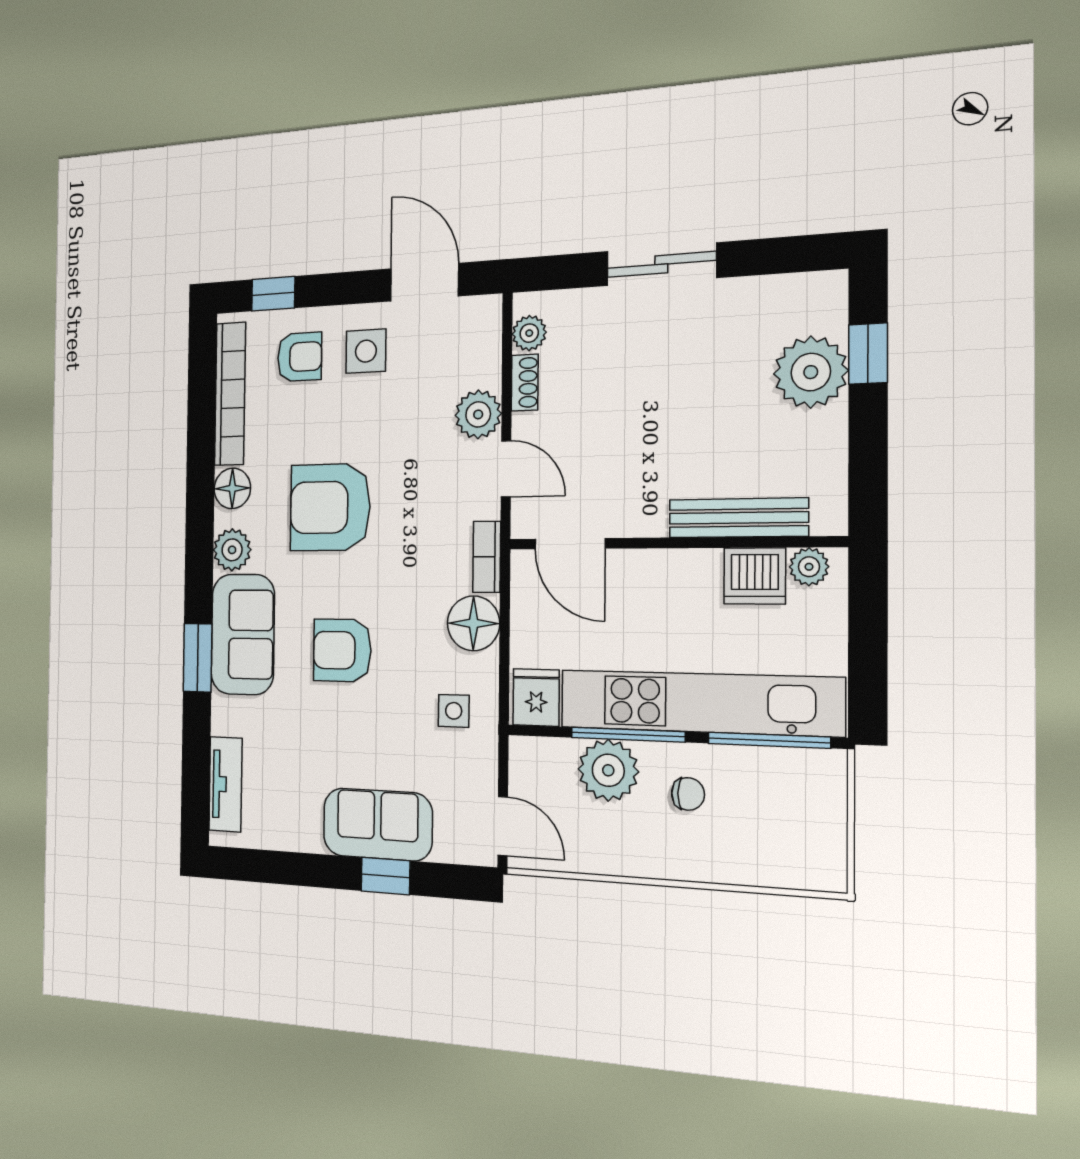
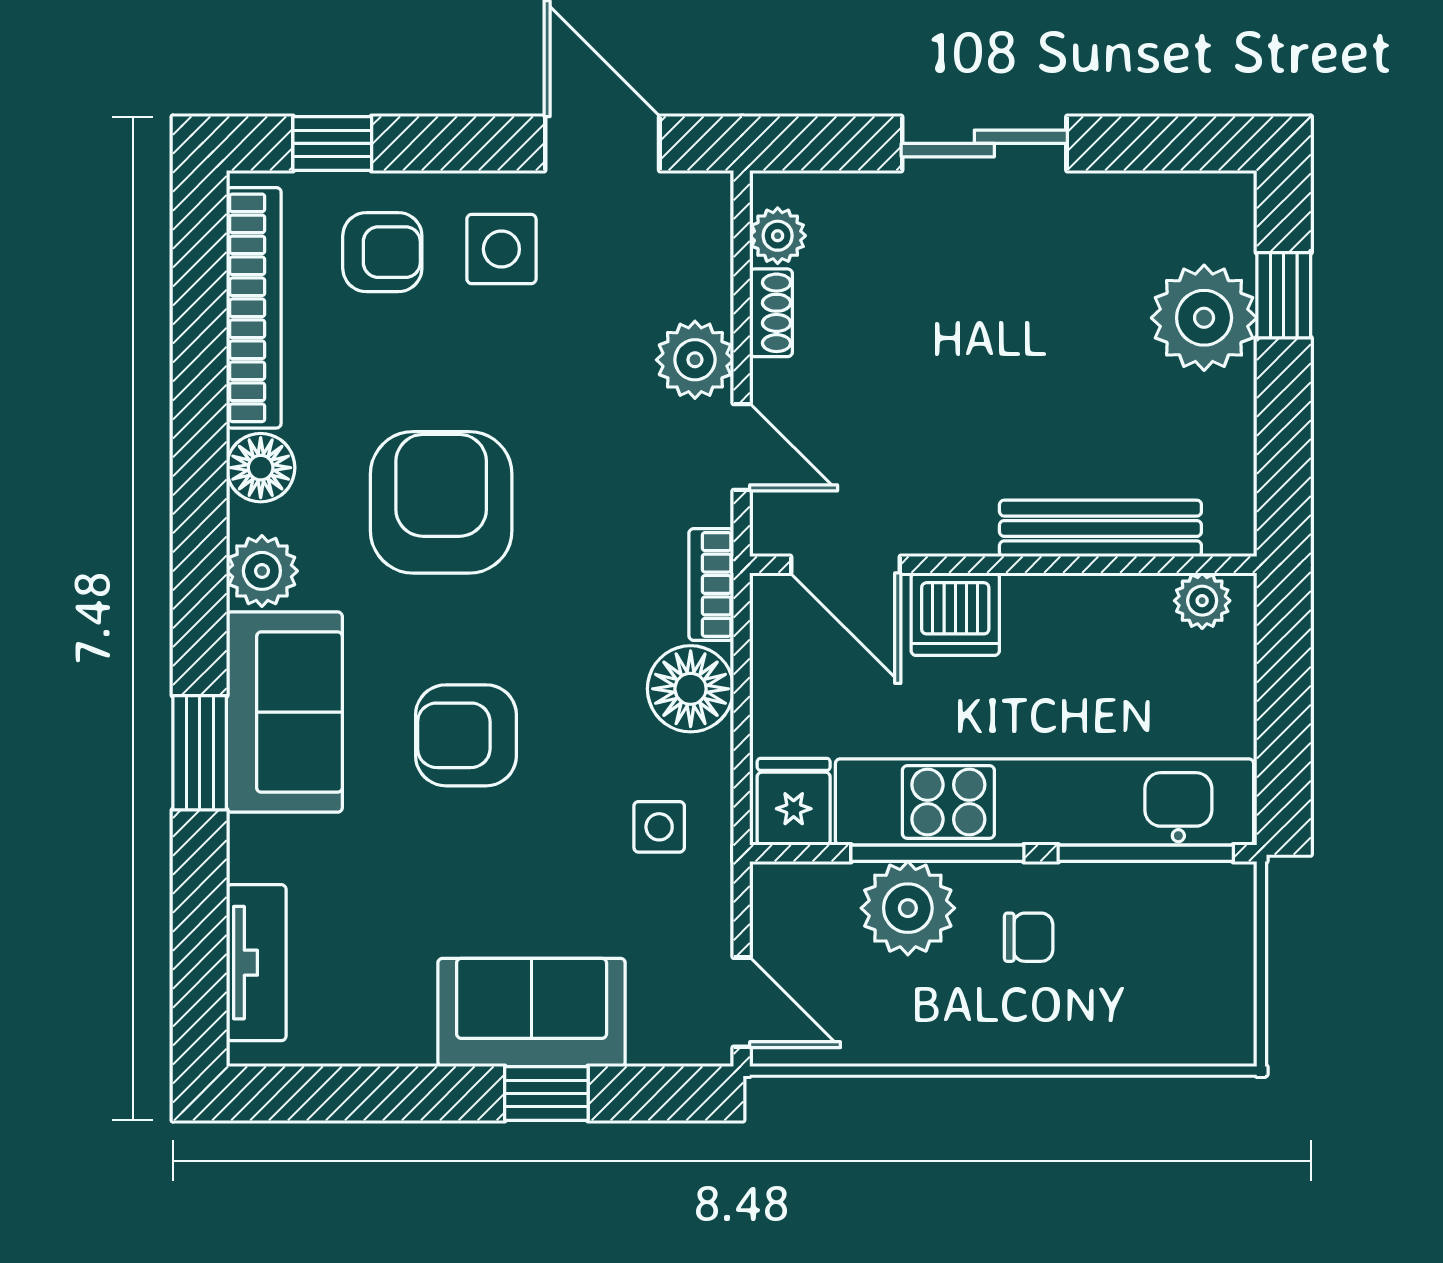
armchair: (330, 507) -> (441, 502), turned 90
dishwasher: (755, 576) -> (955, 614), moved

